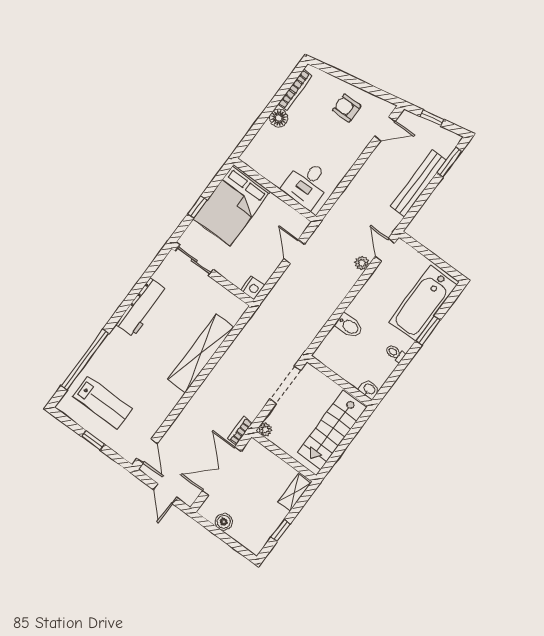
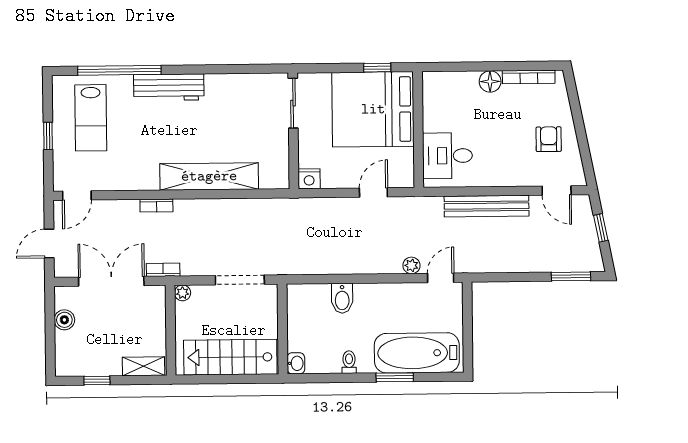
bench: (418, 183) -> (487, 206), moved
bed: (232, 205) -> (373, 109), width x1.36
window: (197, 207) -> (377, 68), moved
workbench: (142, 308) -> (169, 87), moved
bookcase: (194, 403) -> (156, 206), added

